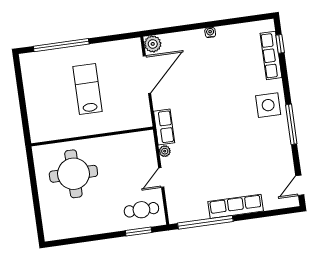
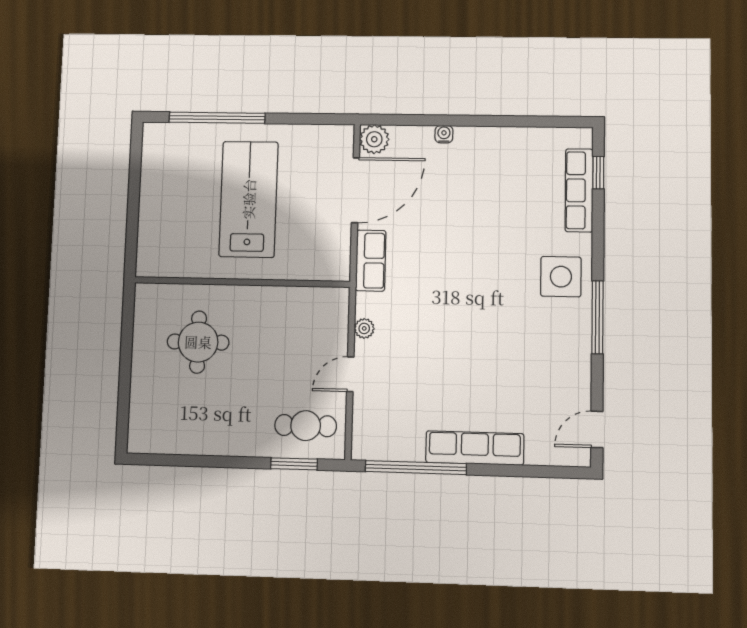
water cooler: (210, 32) -> (444, 134), moved
lab bench: (88, 89) -> (249, 199), width x1.36, depth x1.39
row of seats: (164, 127) -> (371, 261), moved
round table: (73, 174) -> (198, 342), width x0.73, depth x0.73

